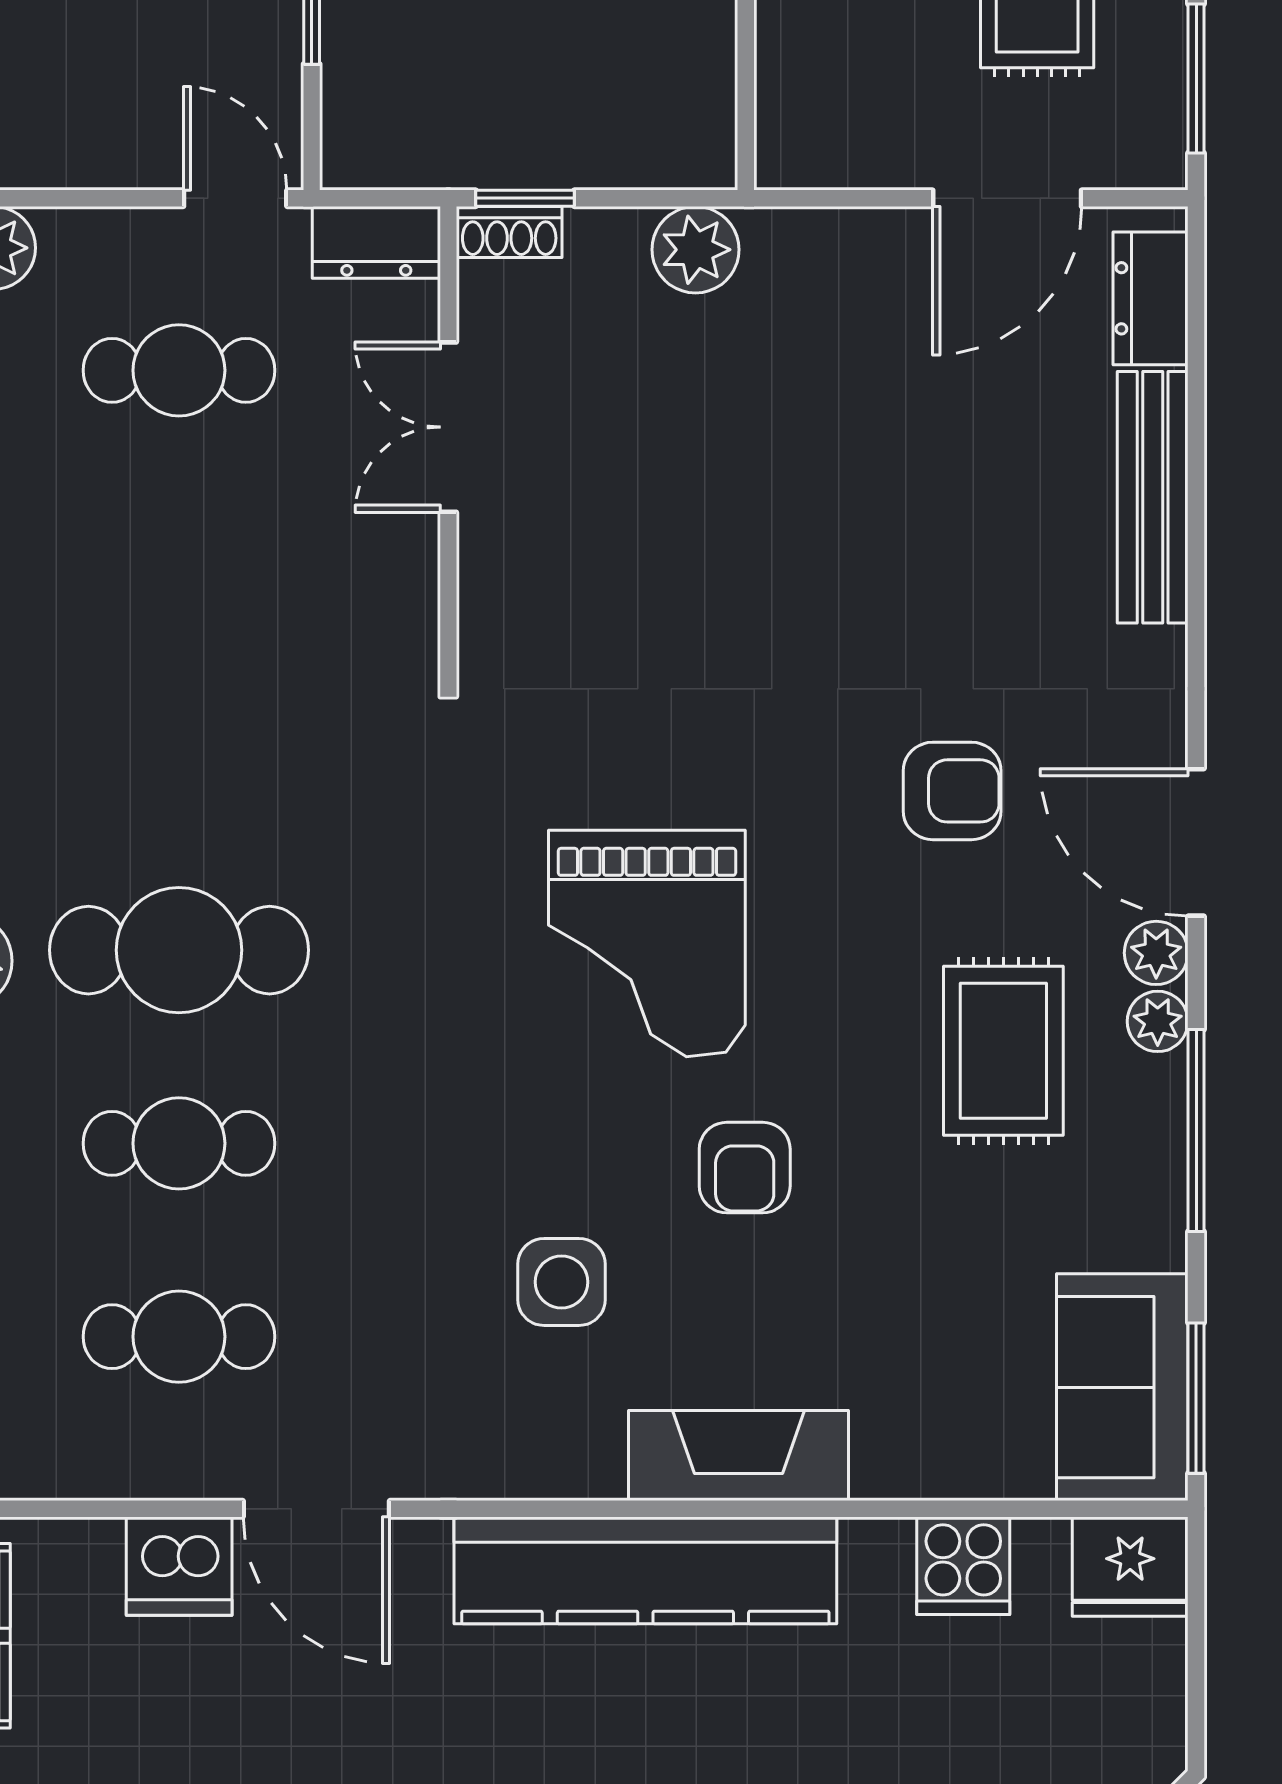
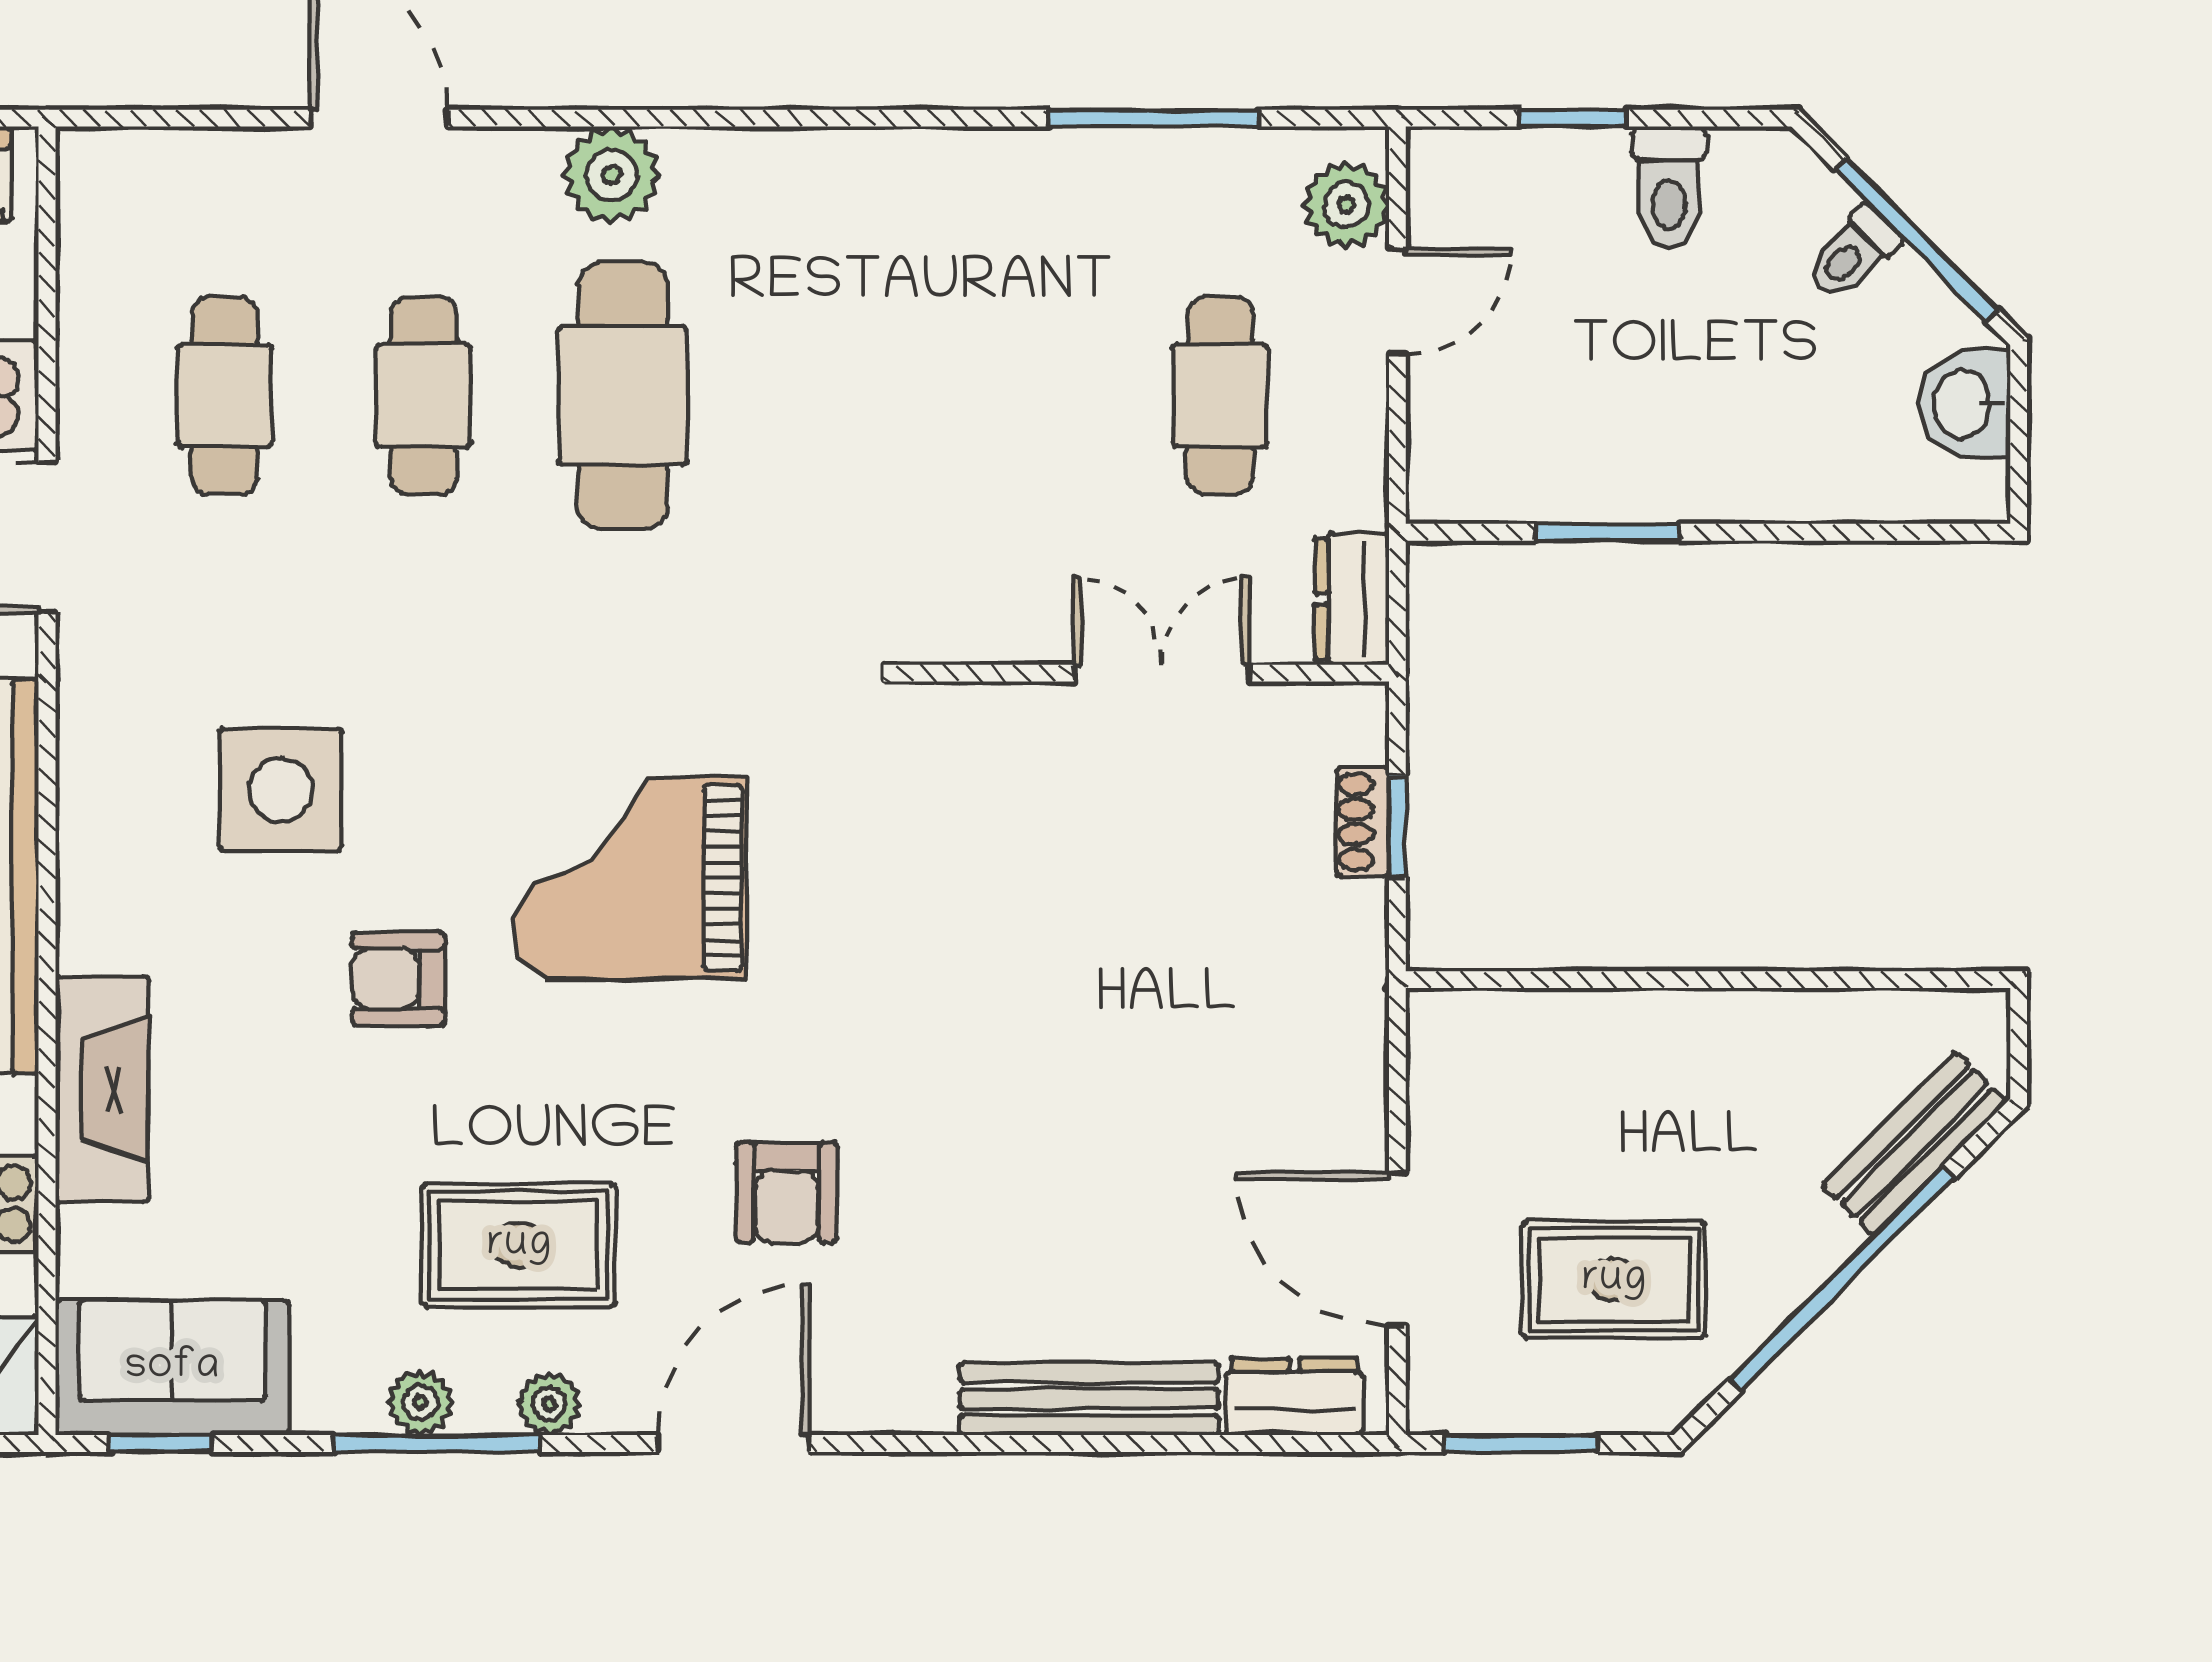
door: (235, 198) -> (1397, 301), moved
window: (525, 198) -> (1397, 826), moved
shoe rack: (509, 232) -> (1363, 822), moved
plant: (696, 250) -> (1344, 928), removed
plant: (1156, 953) -> (420, 1402), moved
side table: (561, 1282) -> (281, 790), width x1.37, depth x1.37
window: (1196, 1398) -> (161, 1443), width x0.67
fireplace: (738, 1456) -> (102, 1089), moved

